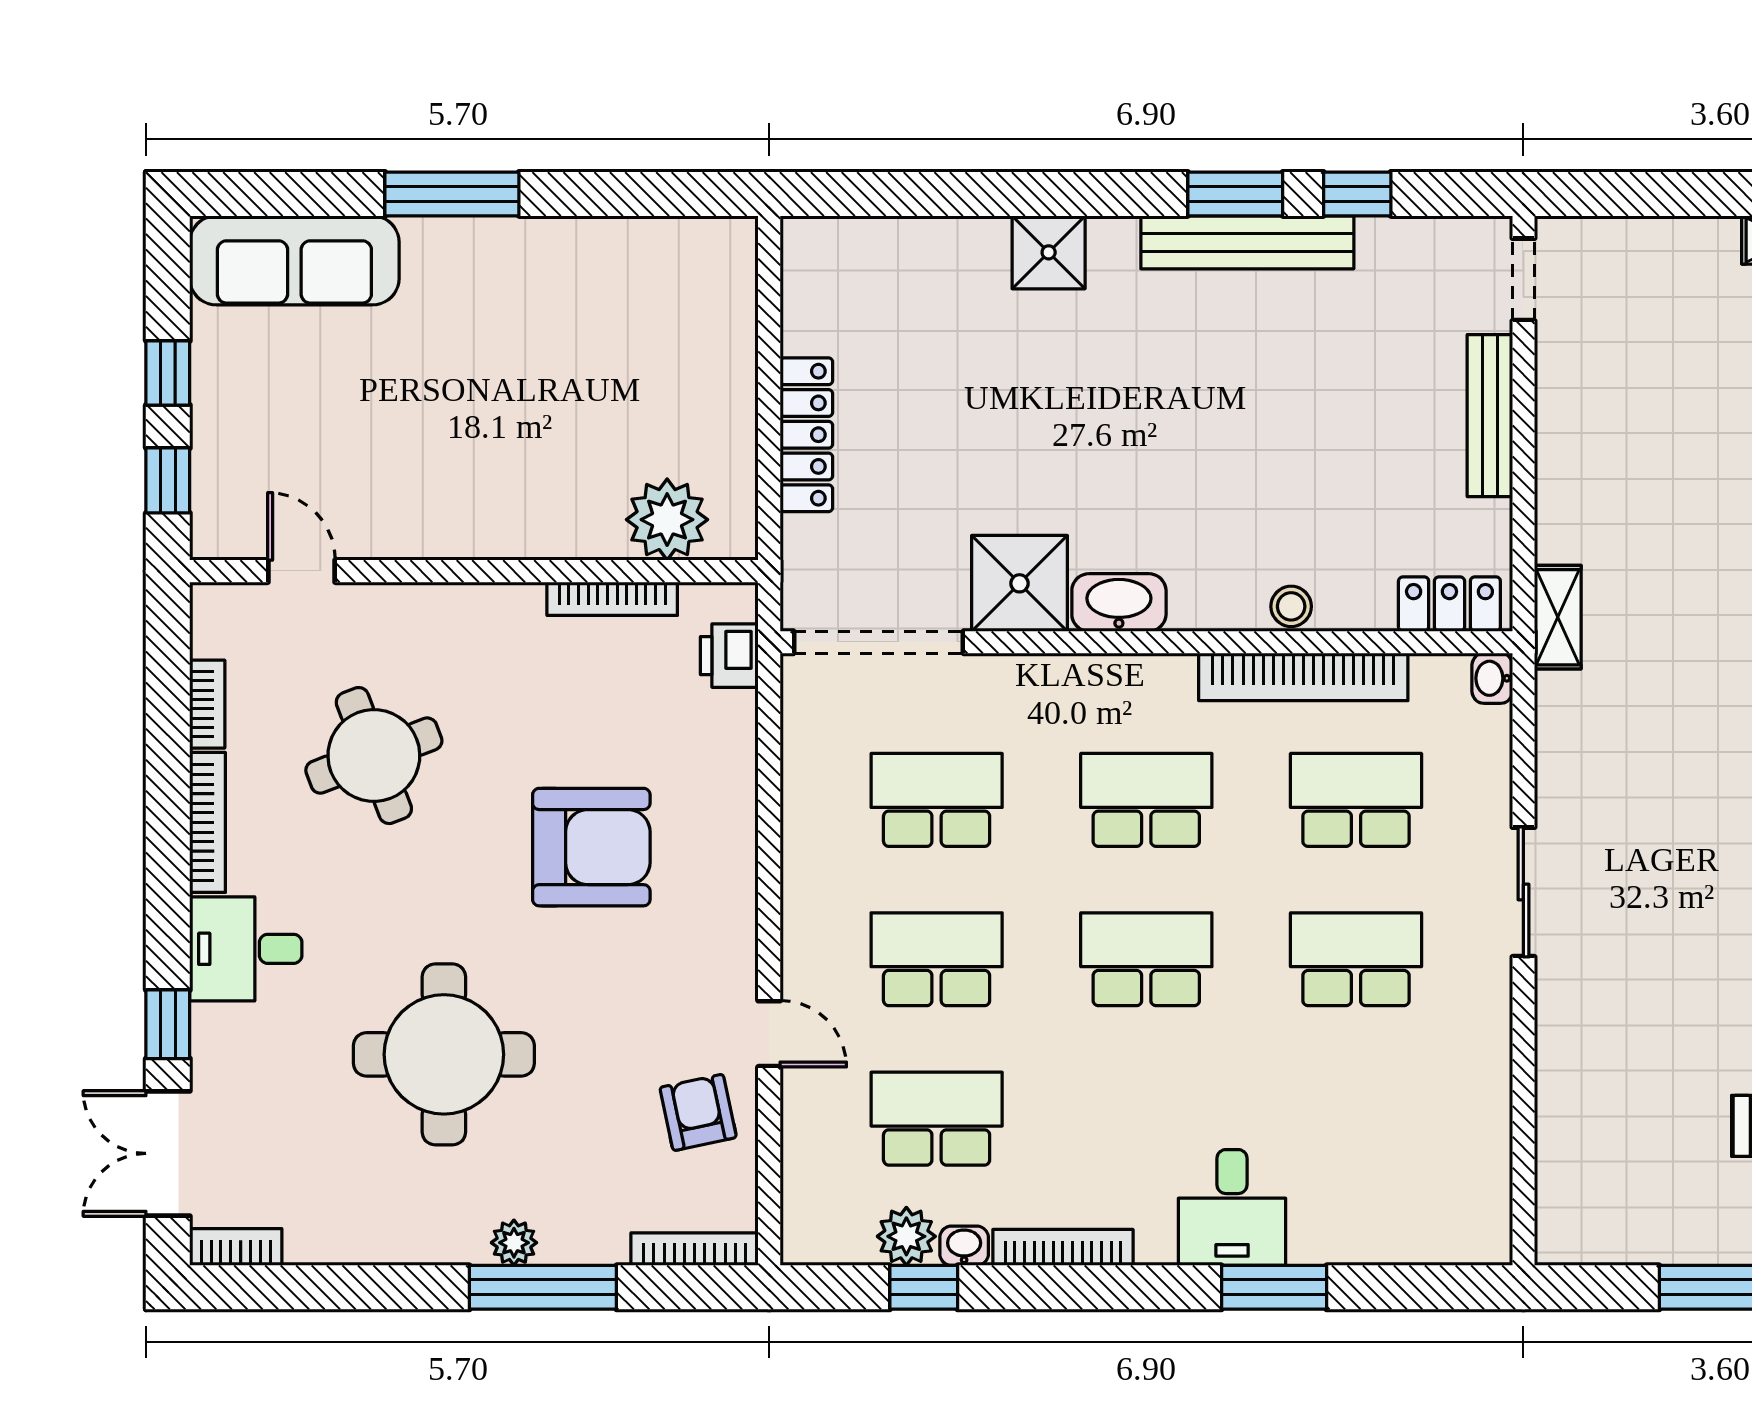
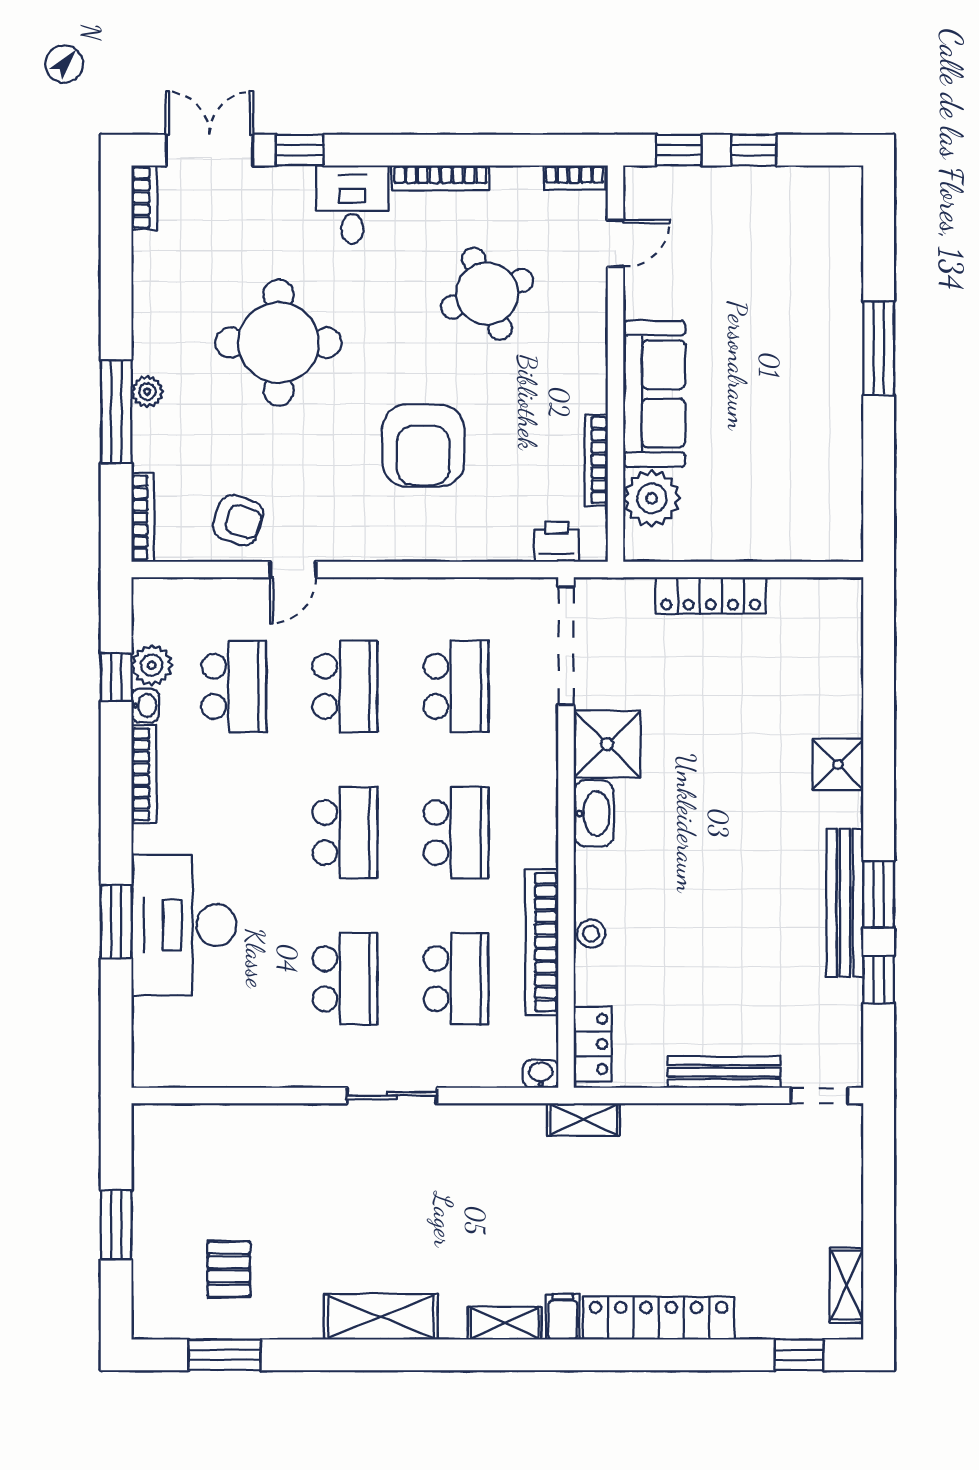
sofa: (294, 260) -> (654, 394), moved, turned 180
bookcase: (207, 704) -> (574, 178), moved
armchair: (698, 1112) -> (238, 520), turned 30
desk: (1232, 1207) -> (184, 925), width x1.87, depth x1.30

